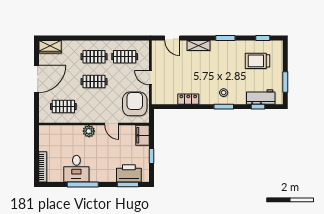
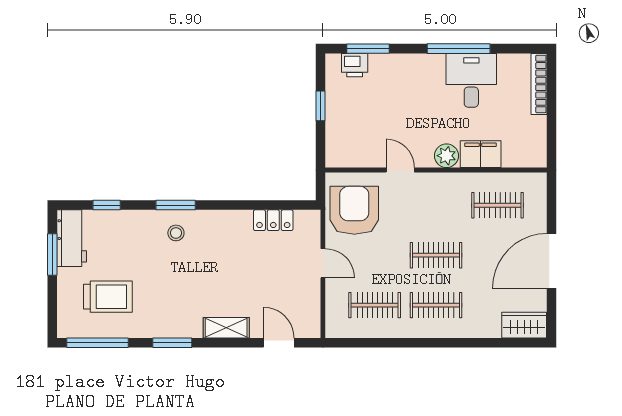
window: (263, 38) -> (98, 343), width x2.17
workbench: (261, 97) -> (72, 238), moved, turned -90
locker: (188, 99) -> (273, 220), moved
armchair: (135, 104) -> (354, 210), turned 180
filing cabinet: (142, 135) -> (481, 154), moved, turned -90
printer: (129, 173) -> (355, 65), width x0.53, depth x0.68

